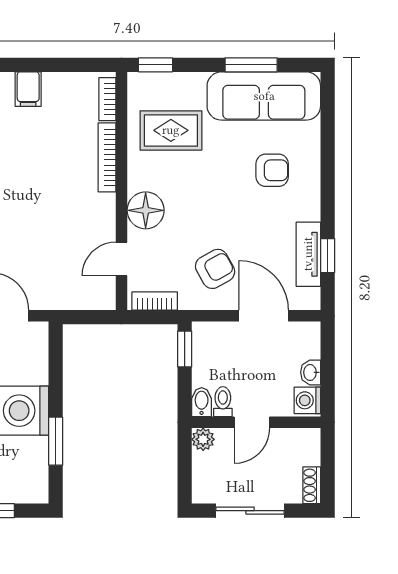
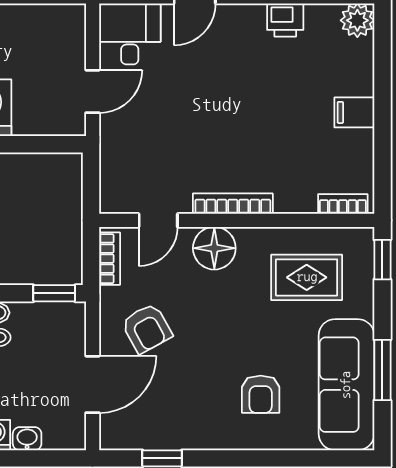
rug: (171, 130) -> (307, 277), turned 90
bookcase: (107, 157) -> (233, 204), moved
tv unit: (308, 254) -> (164, 436), removed
door: (122, 259) -> (158, 220), swing flipped

